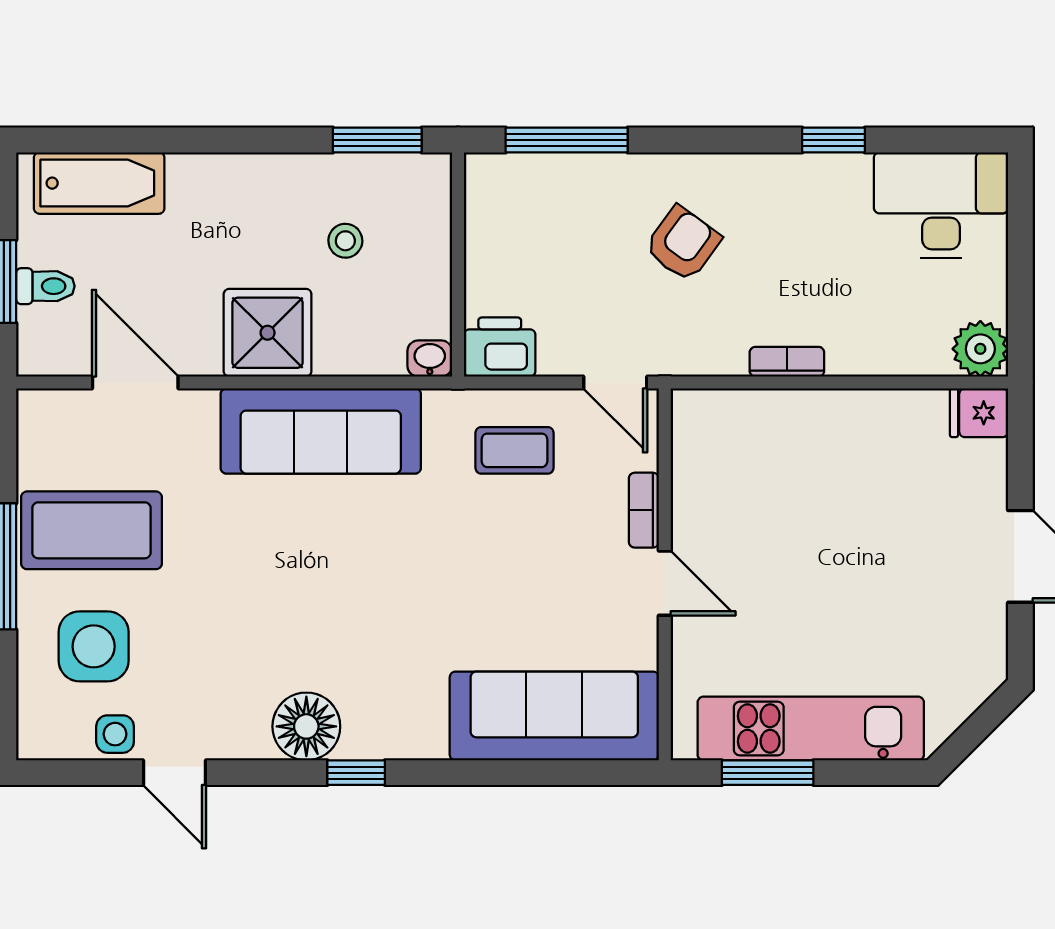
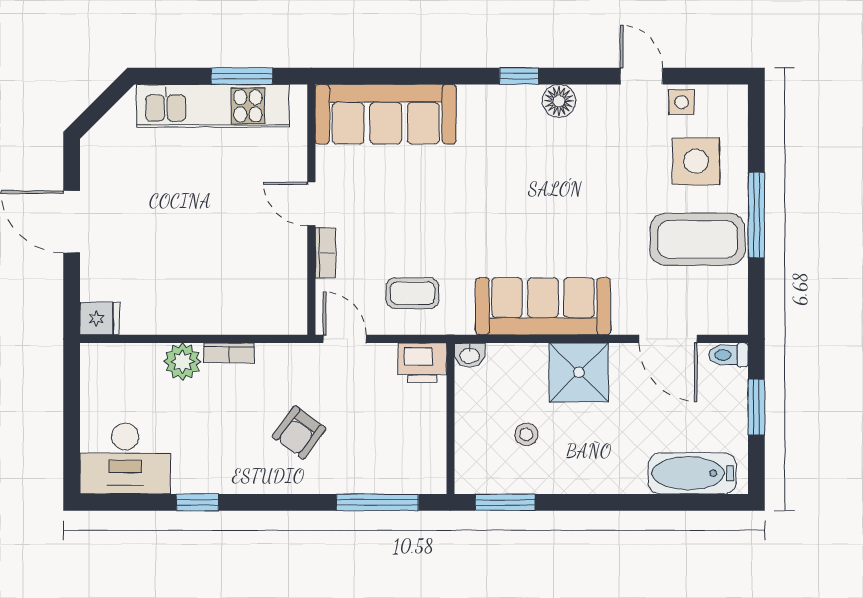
toilet: (45, 286) -> (728, 355), moved
plant: (980, 349) -> (182, 362), moved
floor lamp: (306, 726) -> (559, 101), width x0.73, depth x0.73

